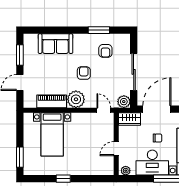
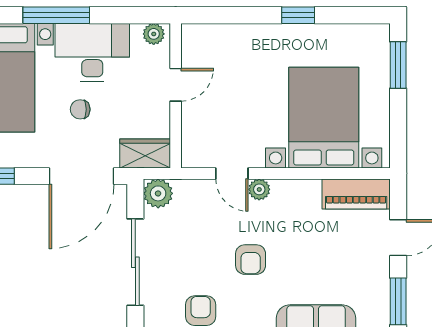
plant: (76, 99) -> (259, 189), width x0.53, depth x0.53
piano: (52, 101) -> (356, 194), moved
door: (104, 110) -> (232, 173), moved
bed with nightstands: (52, 134) -> (324, 118), width x1.36

